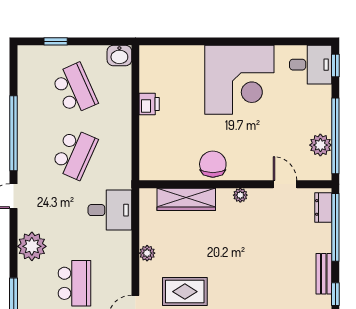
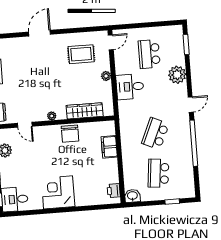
corner desk: (239, 80) -> (58, 192), width x0.74, depth x0.74
school desk: (74, 89) -> (158, 173), turned 30
printer: (149, 104) -> (114, 191), moved
filing cabinet: (151, 138) -> (109, 147), added
desk: (110, 210) -> (130, 87), moved

